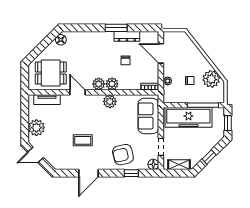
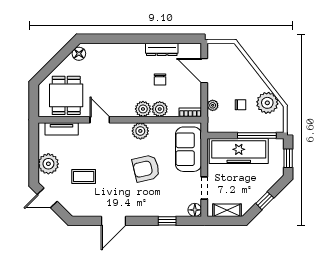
window: (116, 28) -> (148, 39), removed
dining table: (51, 73) -> (66, 95), turned 90
plant: (99, 84) -> (160, 109), moved
coffee table: (83, 140) -> (84, 176), moved
armchair: (123, 155) -> (146, 168), moved

